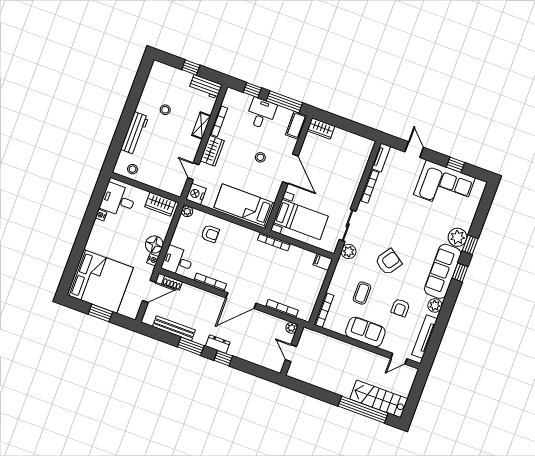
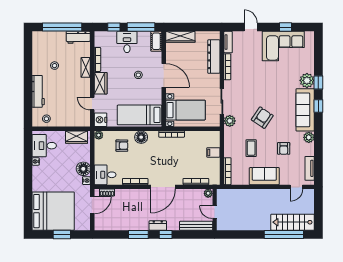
window: (191, 67) -> (62, 27), width x3.17
wardrobe: (321, 128) -> (180, 37), width x1.50
dresser: (358, 168) -> (214, 57), added
floor lamp: (237, 232) -> (141, 137), added
filing cabinet: (323, 262) -> (213, 152), moved
bench: (174, 328) -> (196, 226), moved
tv unit: (425, 337) -> (310, 168), width x0.71

